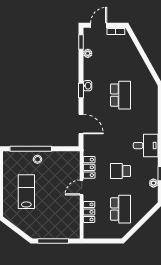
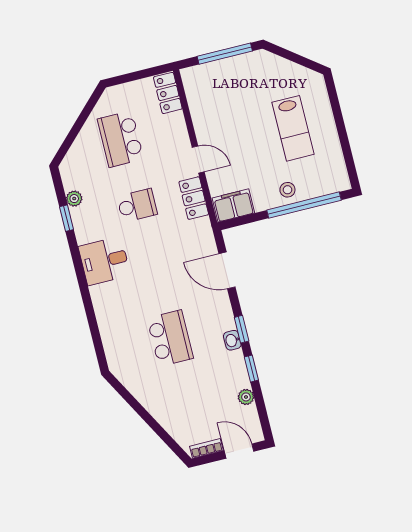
door: (99, 25) -> (239, 451), swing flipped
window: (81, 42) -> (251, 369), moved
school desk: (121, 95) -> (170, 338), turned 180
filing cabinet: (69, 158) -> (233, 205), added
door: (82, 188) -> (198, 159), hinge flipped
locker: (89, 212) -> (168, 93), moved

